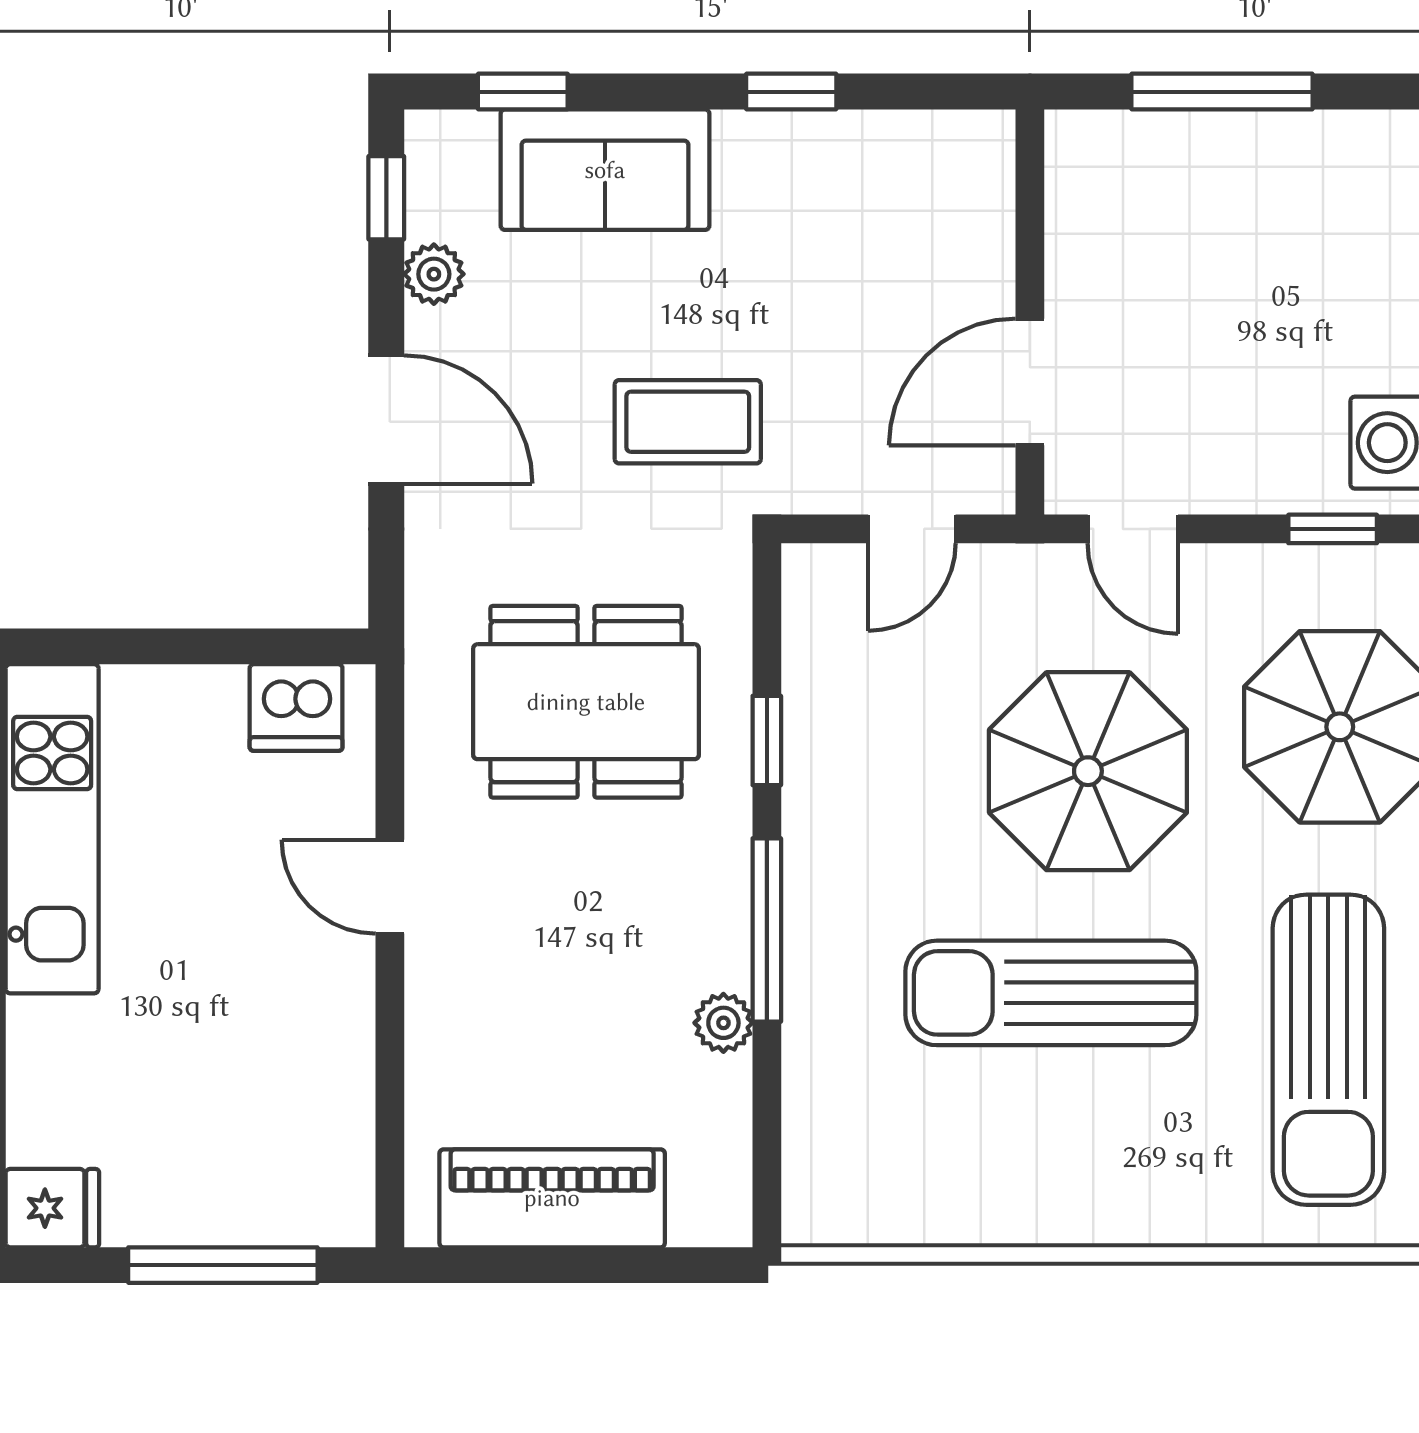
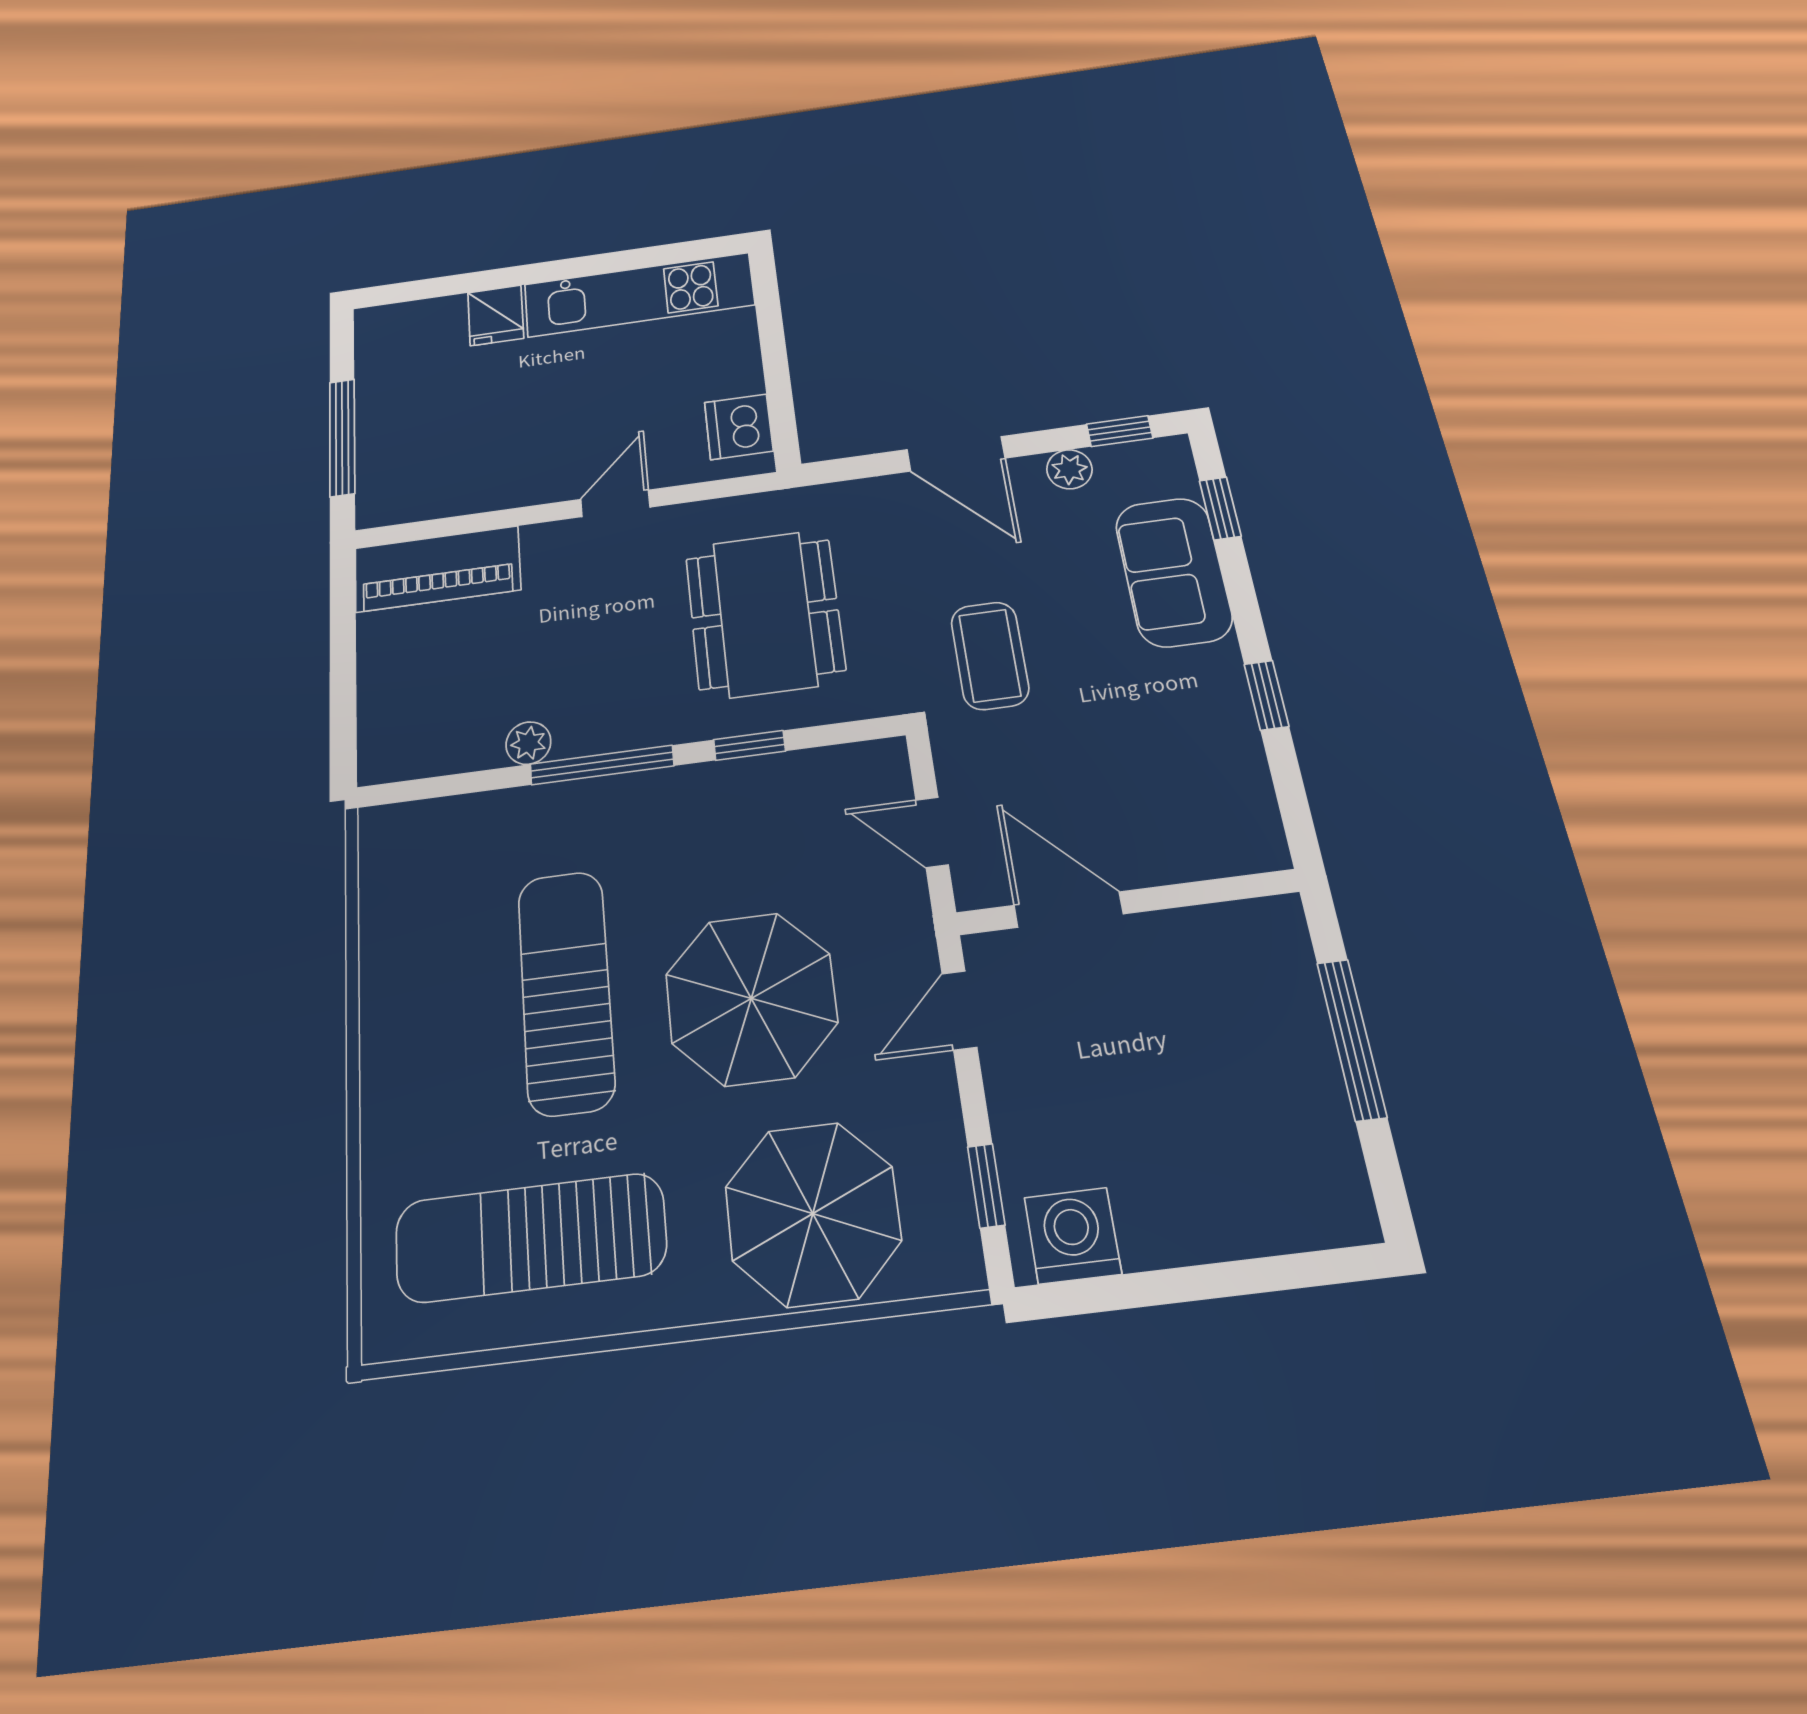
door: (386, 420) -> (956, 454), hinge flipped
piano: (552, 1198) -> (437, 569), moved, turned 90
fridge: (52, 1208) -> (496, 315), moved

